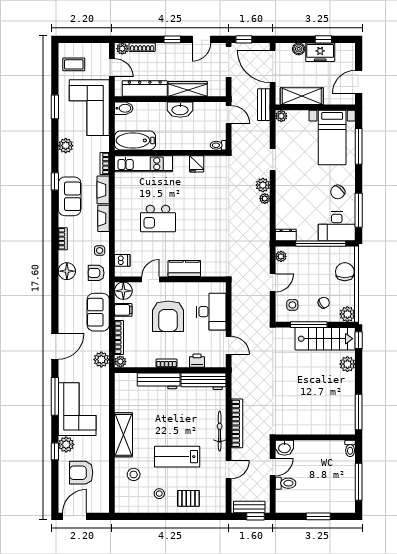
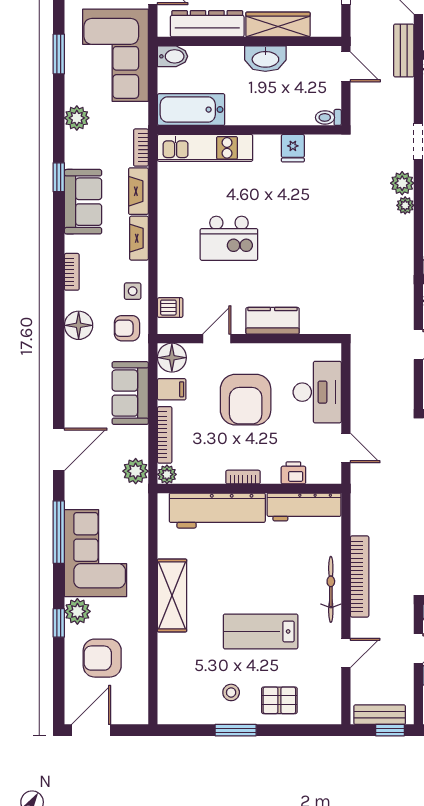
workbench: (159, 381) -> (217, 511), width x1.36, depth x1.32
stool: (134, 474) -> (189, 661), removed
window: (162, 516) -> (236, 730), added

